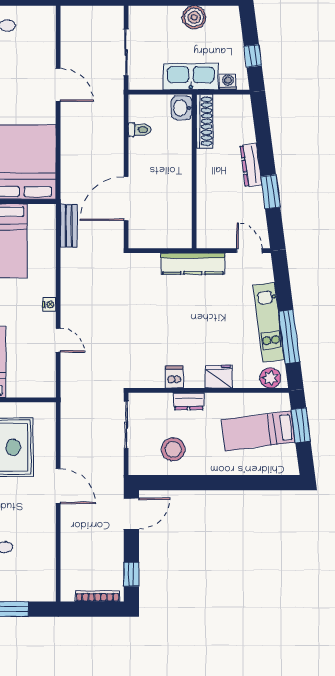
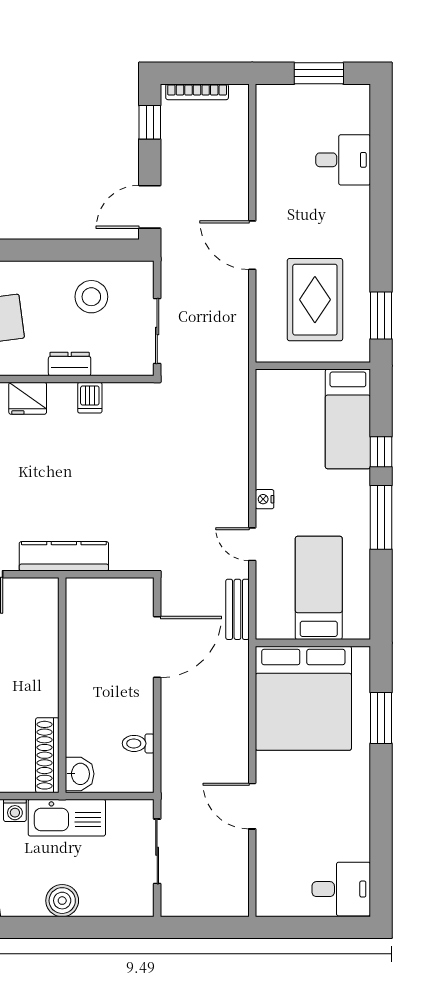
door: (58, 340) -> (252, 544), moved

